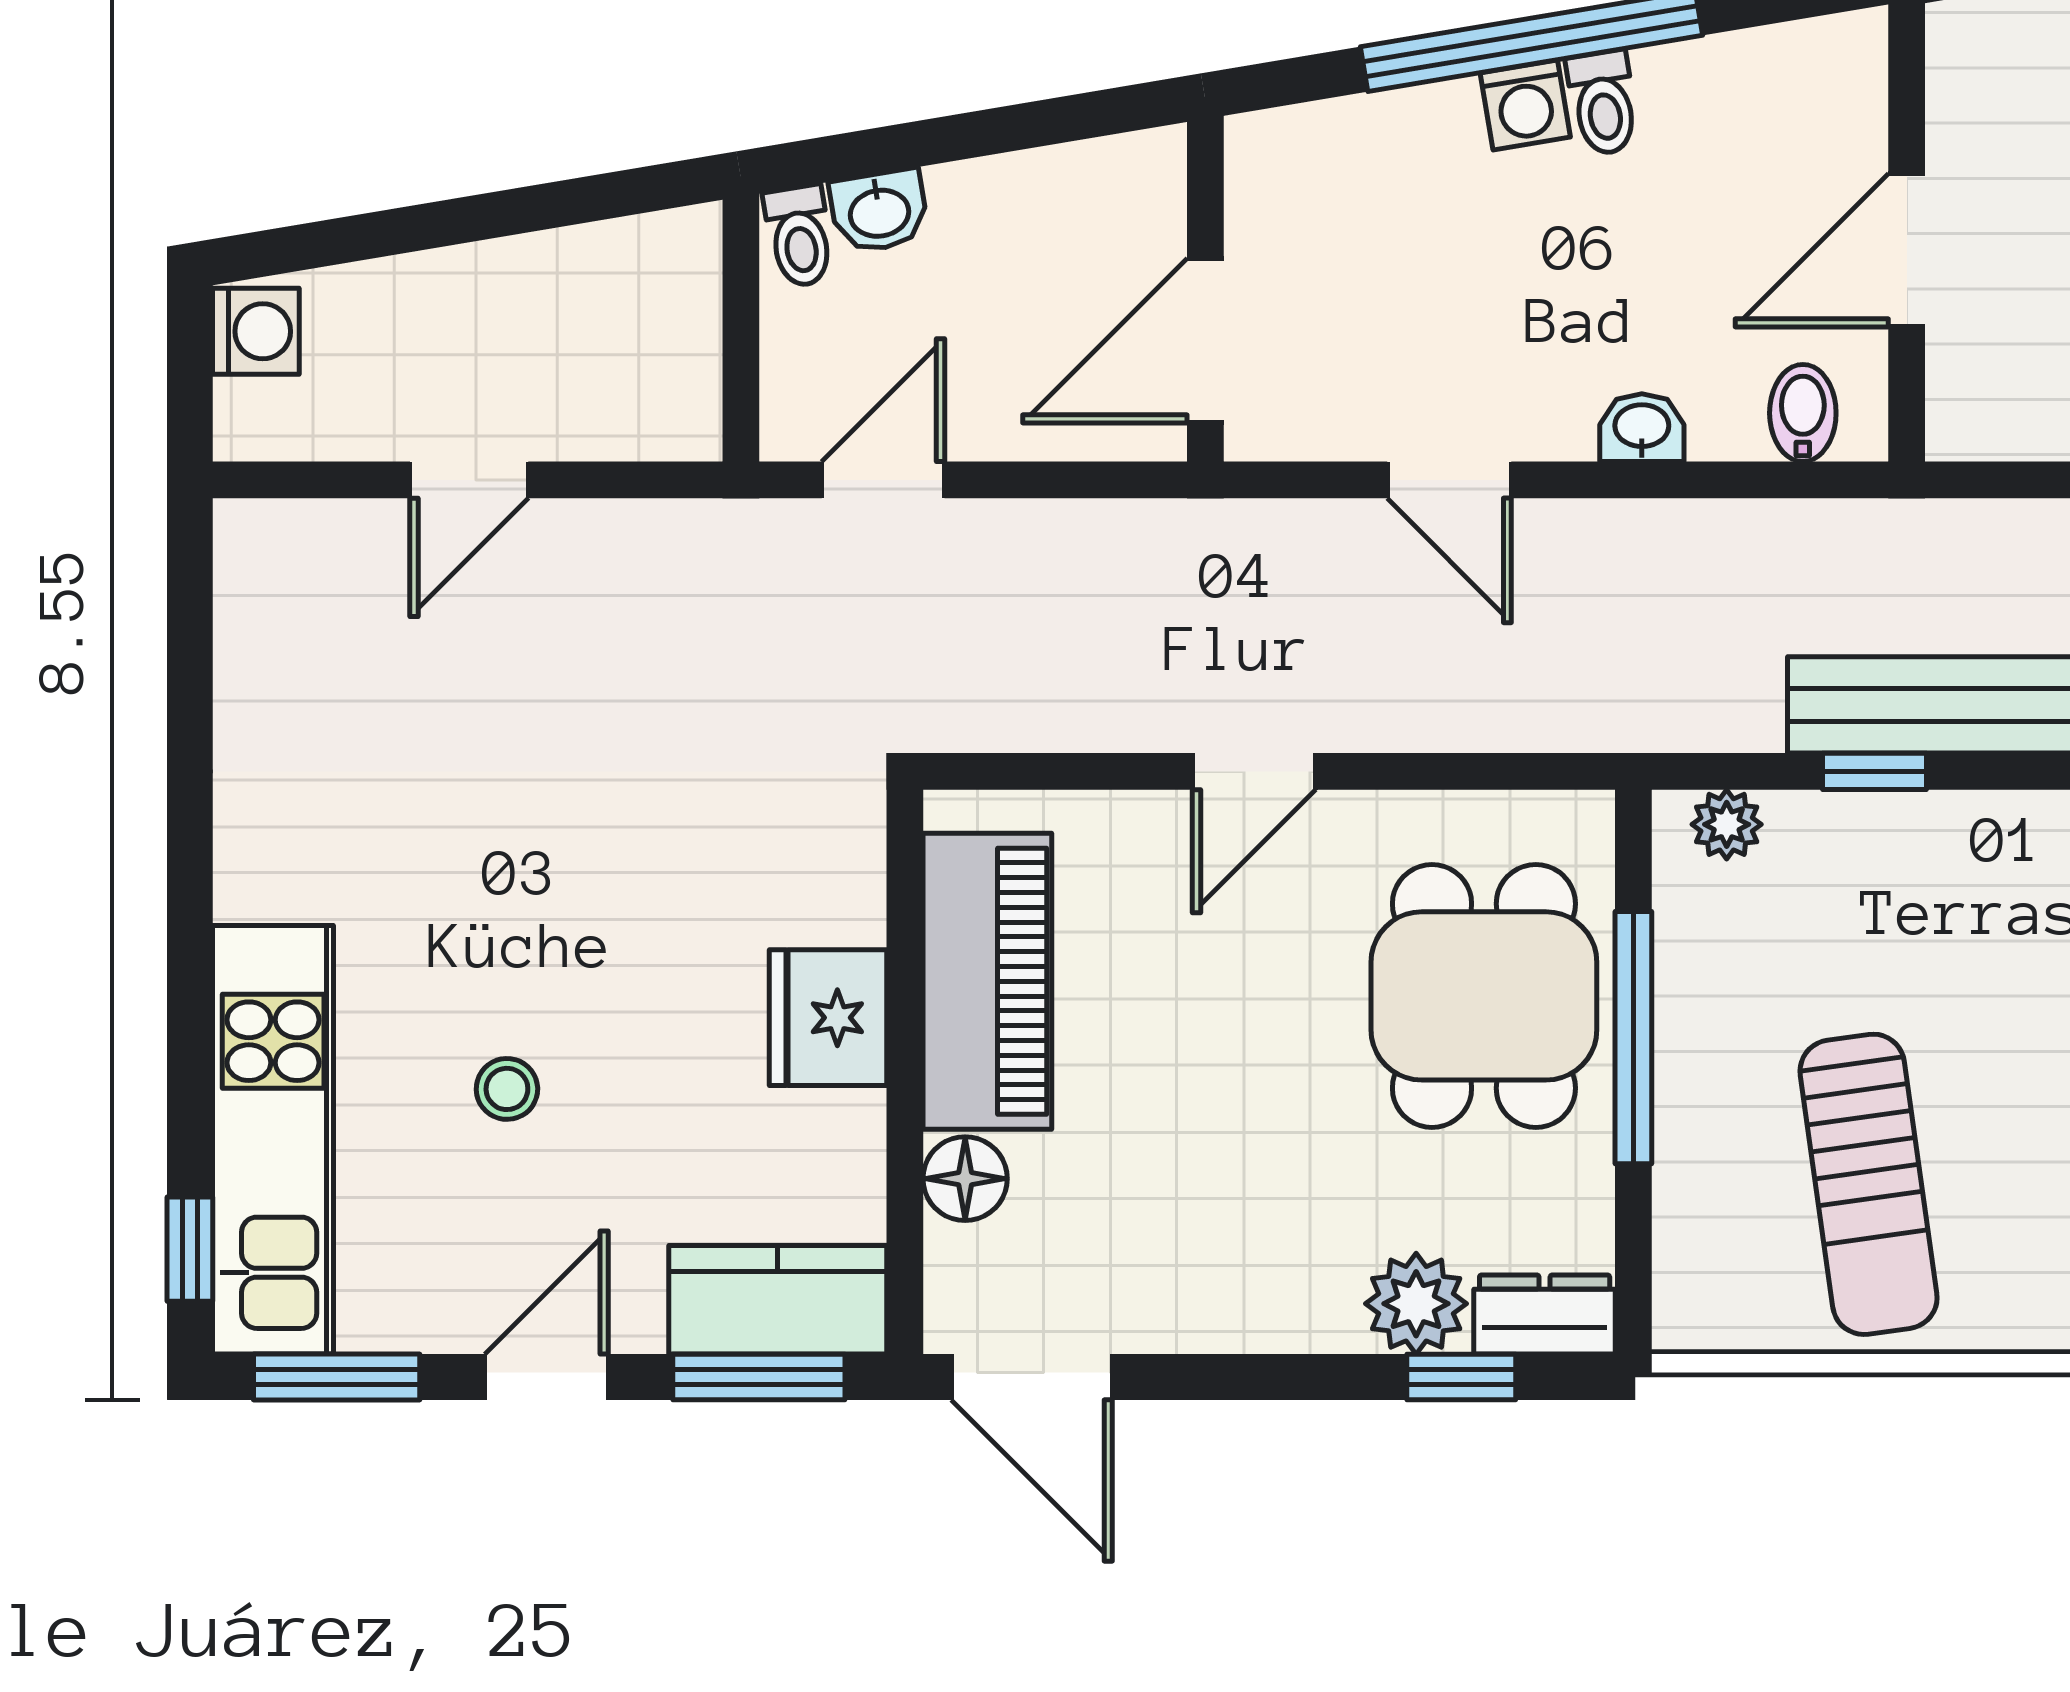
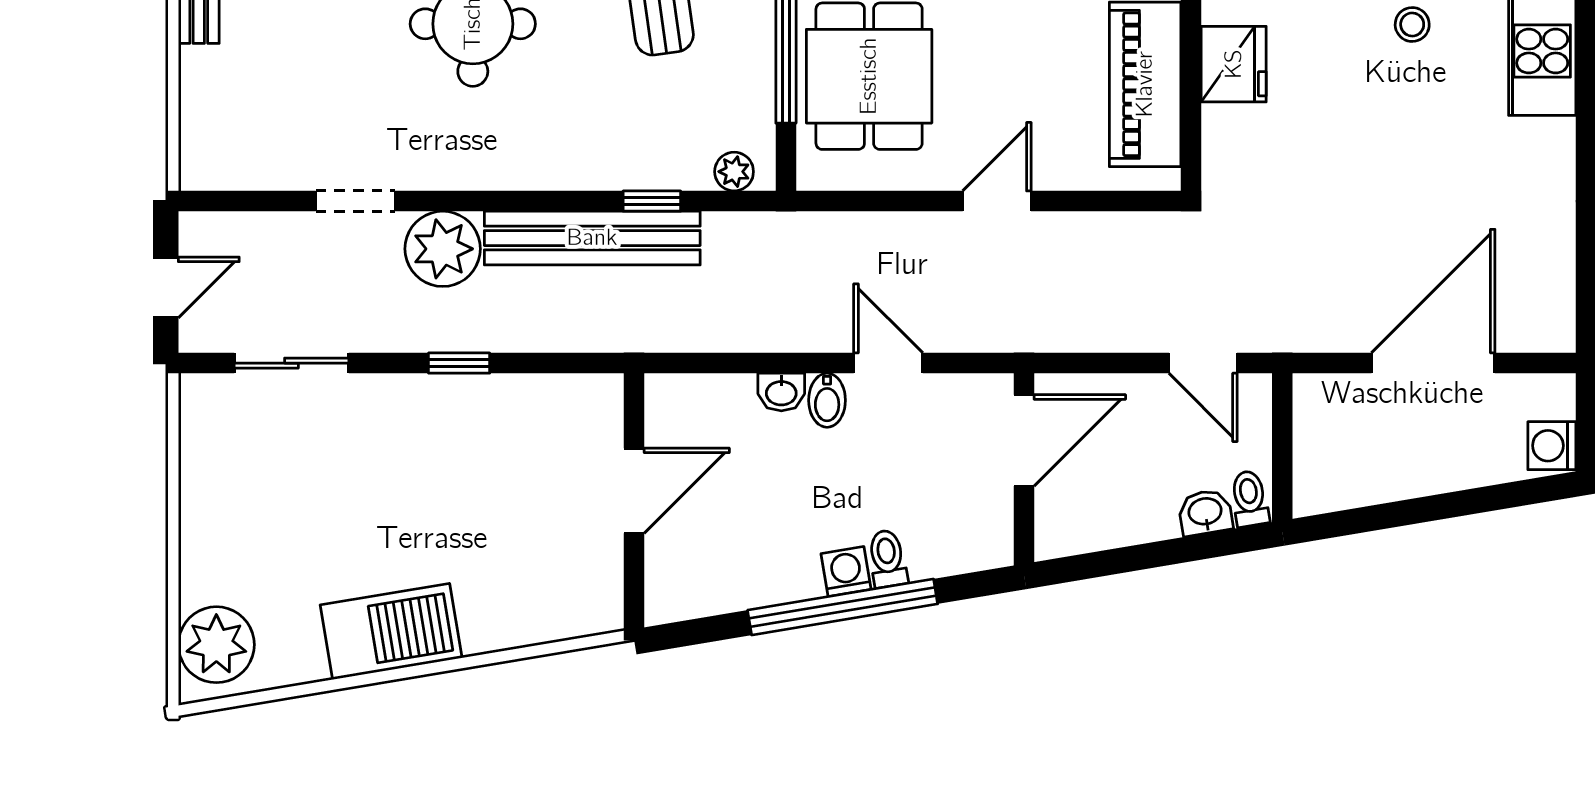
toilet: (1603, 103) -> (887, 559), moved
bidet: (1803, 413) -> (827, 400), moved
door: (469, 480) -> (1433, 363), width x1.88
door: (883, 480) -> (1203, 363), hinge flipped

